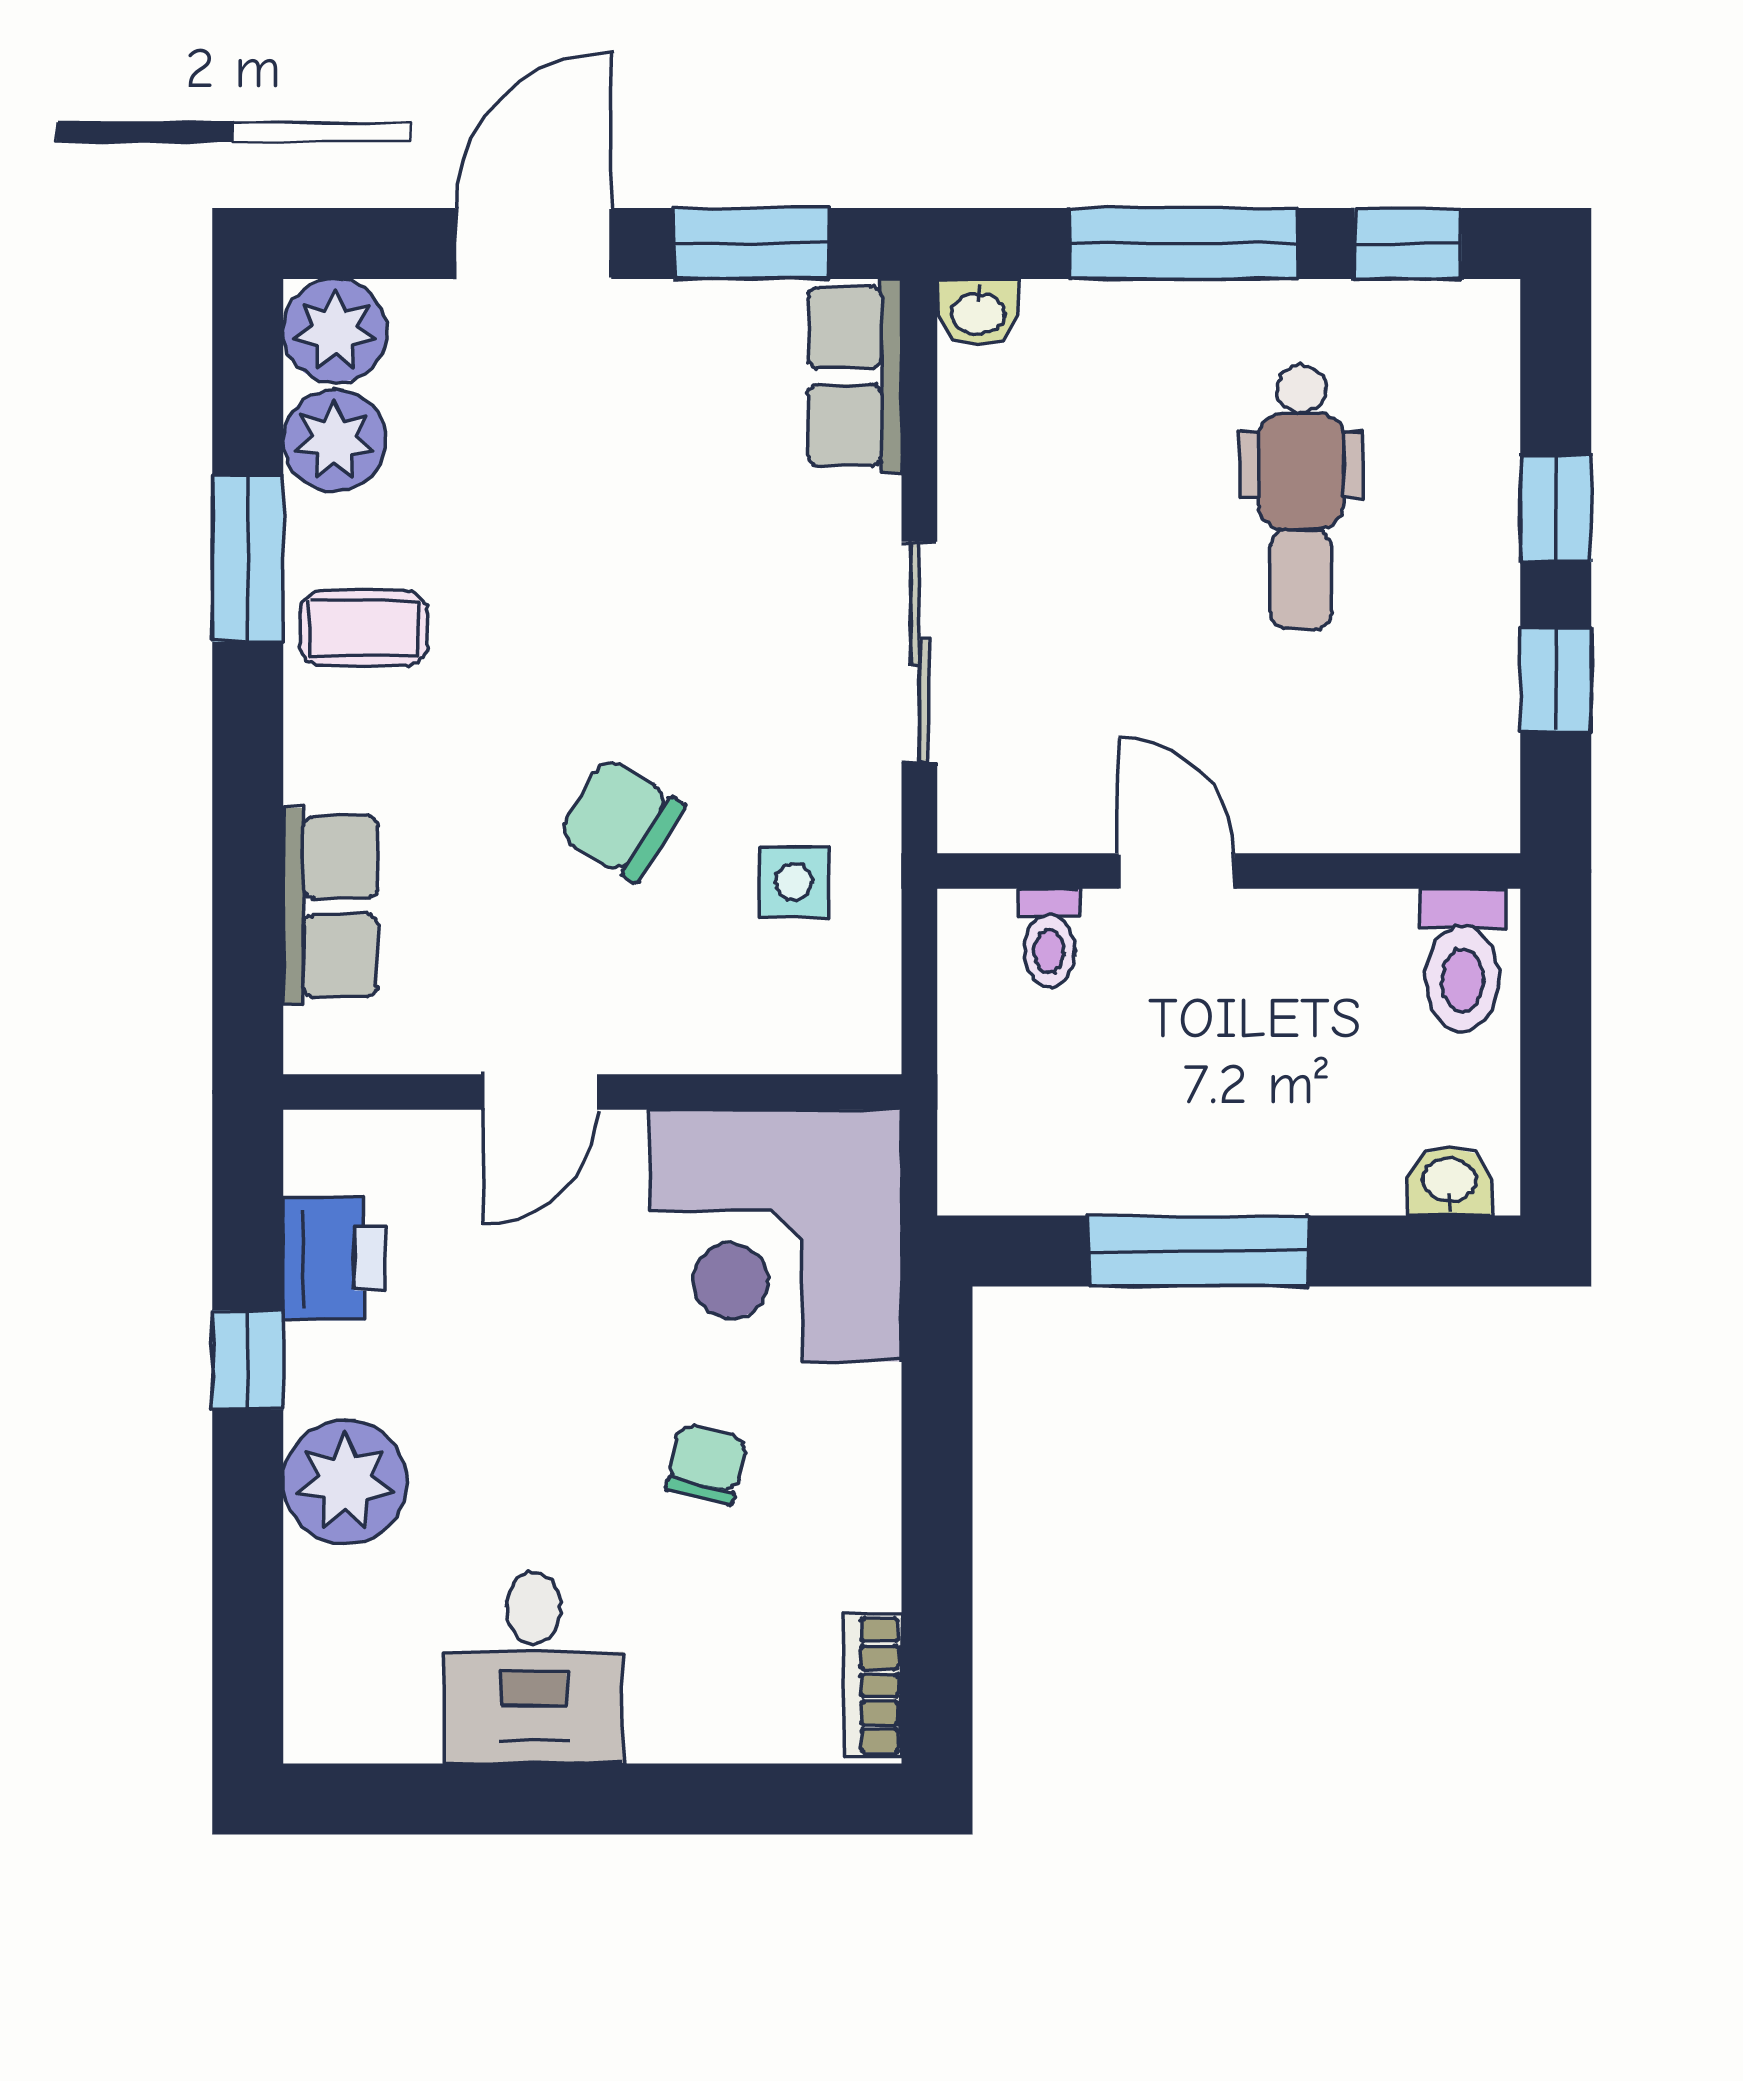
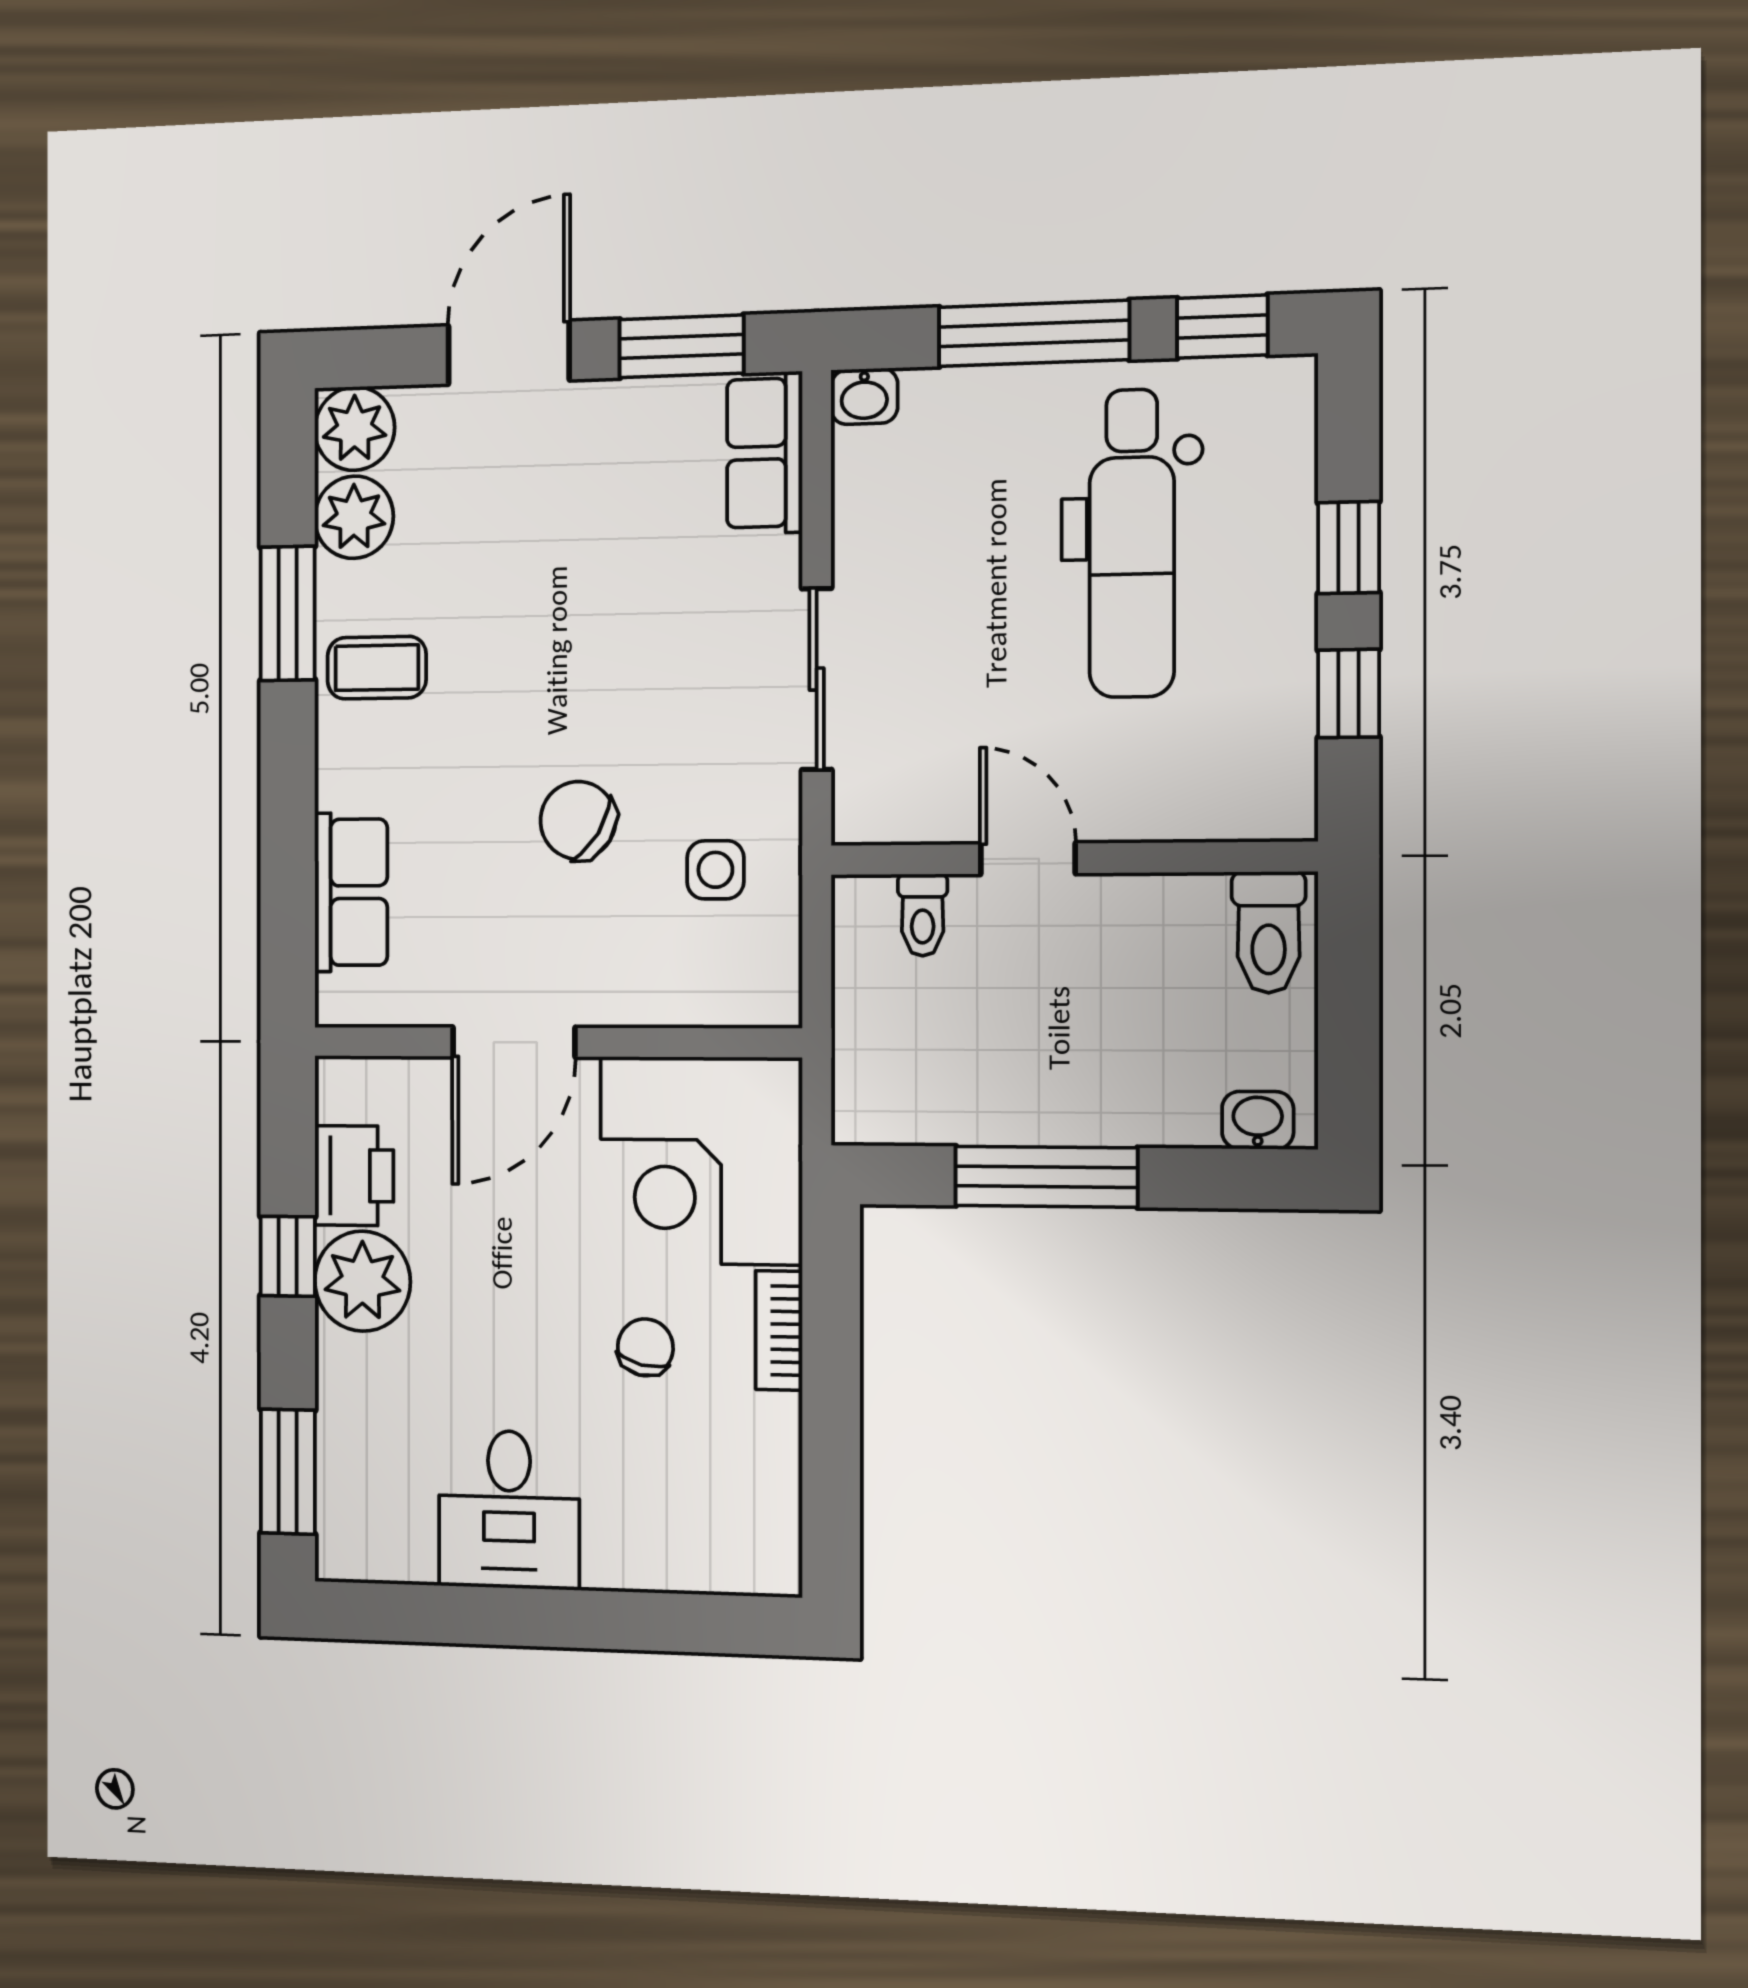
dental chair: (1301, 497) -> (1132, 543), width x1.36, depth x1.38
door: (540, 1092) -> (514, 1042), width x1.38
plant: (345, 1482) -> (362, 1281), moved
window: (248, 1628) -> (288, 1472), added
bookcase: (873, 1685) -> (779, 1330), moved

